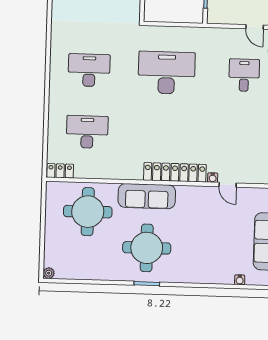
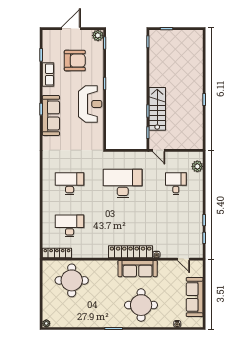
door: (255, 27) -> (159, 150), moved
locker: (60, 171) -> (57, 253), width x1.53
door: (228, 185) -> (183, 259), moved
sofa: (147, 196) -> (138, 269), moved
round table: (147, 248) -> (141, 305), moved

